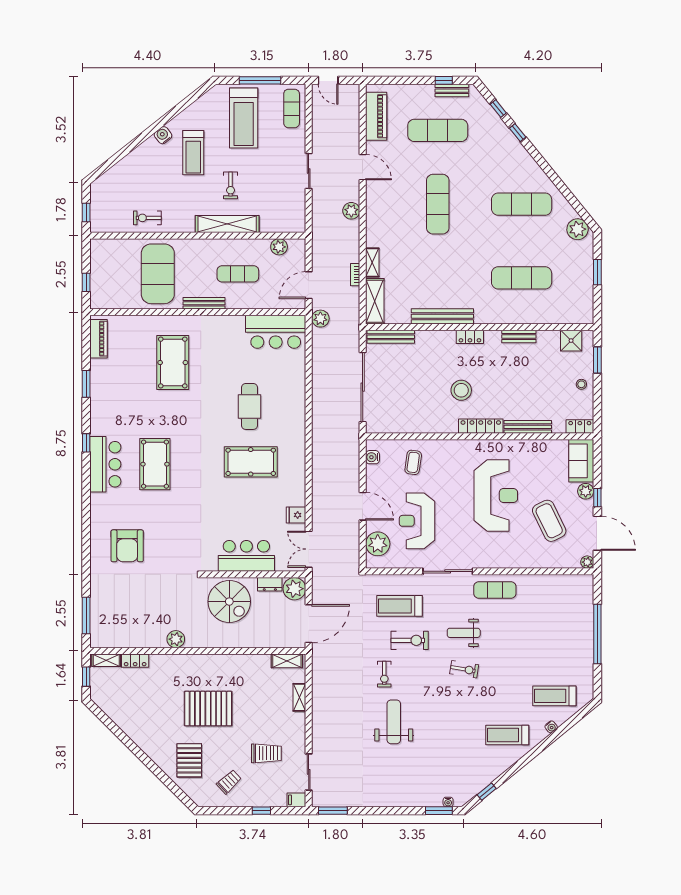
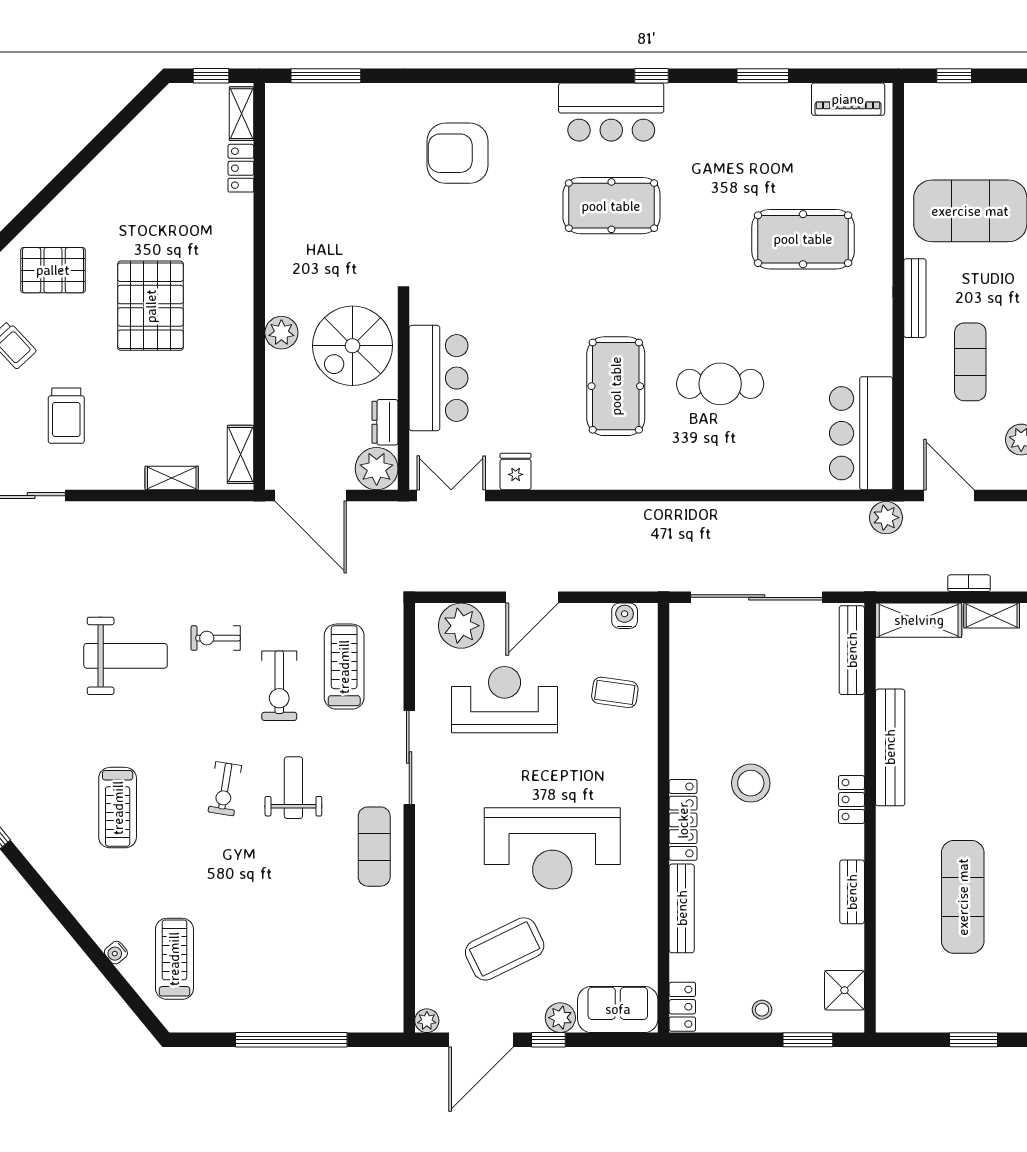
plant: (176, 639) -> (281, 333), moved
treadmill: (507, 735) -> (118, 808), moved, turned 180

